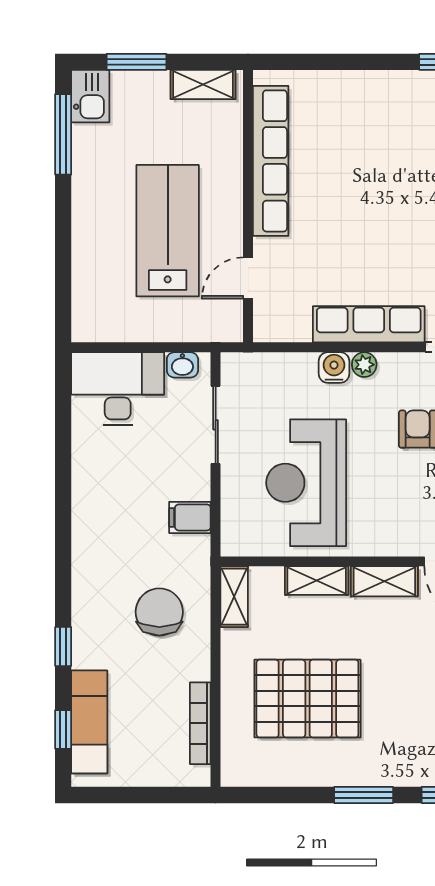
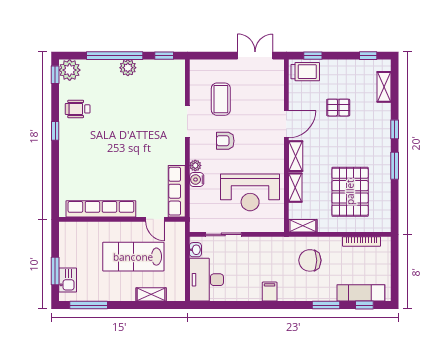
shelving: (203, 85) -> (151, 294), moved, turned 90
kitchen sink: (90, 96) -> (68, 280), moved, turned 90
row of seats: (369, 324) -> (177, 191), moved
filing cabinet: (190, 517) -> (270, 292), moved, turned 180
window: (63, 646) -> (326, 305), width x1.50

